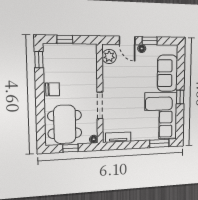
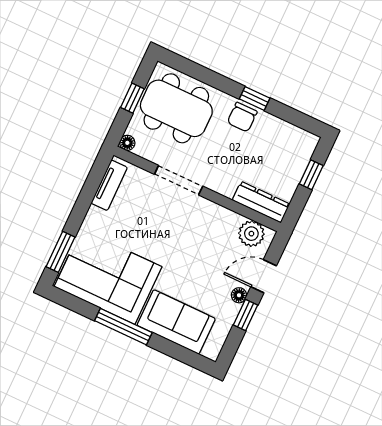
dresser: (91, 59) -> (261, 202), added
window: (39, 60) -> (255, 99), moved
window: (180, 97) -> (123, 327), width x2.17

